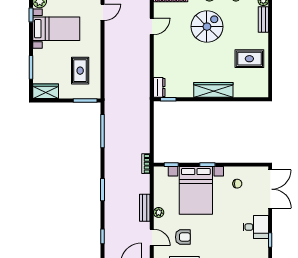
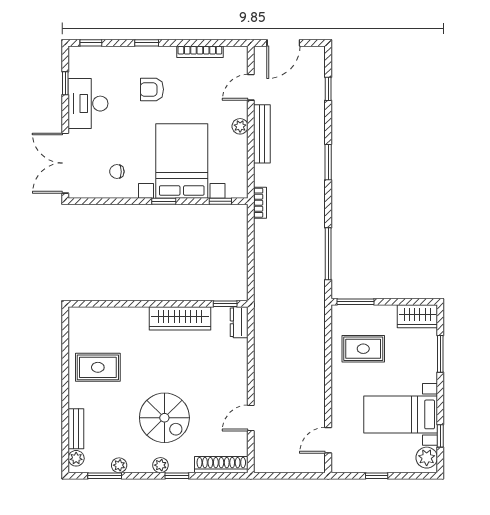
spiral stairs: (207, 27) -> (164, 418), turned -90
rug: (80, 71) -> (363, 349), turned 90
wardrobe: (213, 90) -> (180, 318), moved
bench: (145, 208) -> (262, 134), width x1.36
desk: (256, 227) -> (88, 104), width x1.37
door: (152, 237) -> (251, 87), hinge flipped
armchair: (183, 237) -> (152, 89), moved

